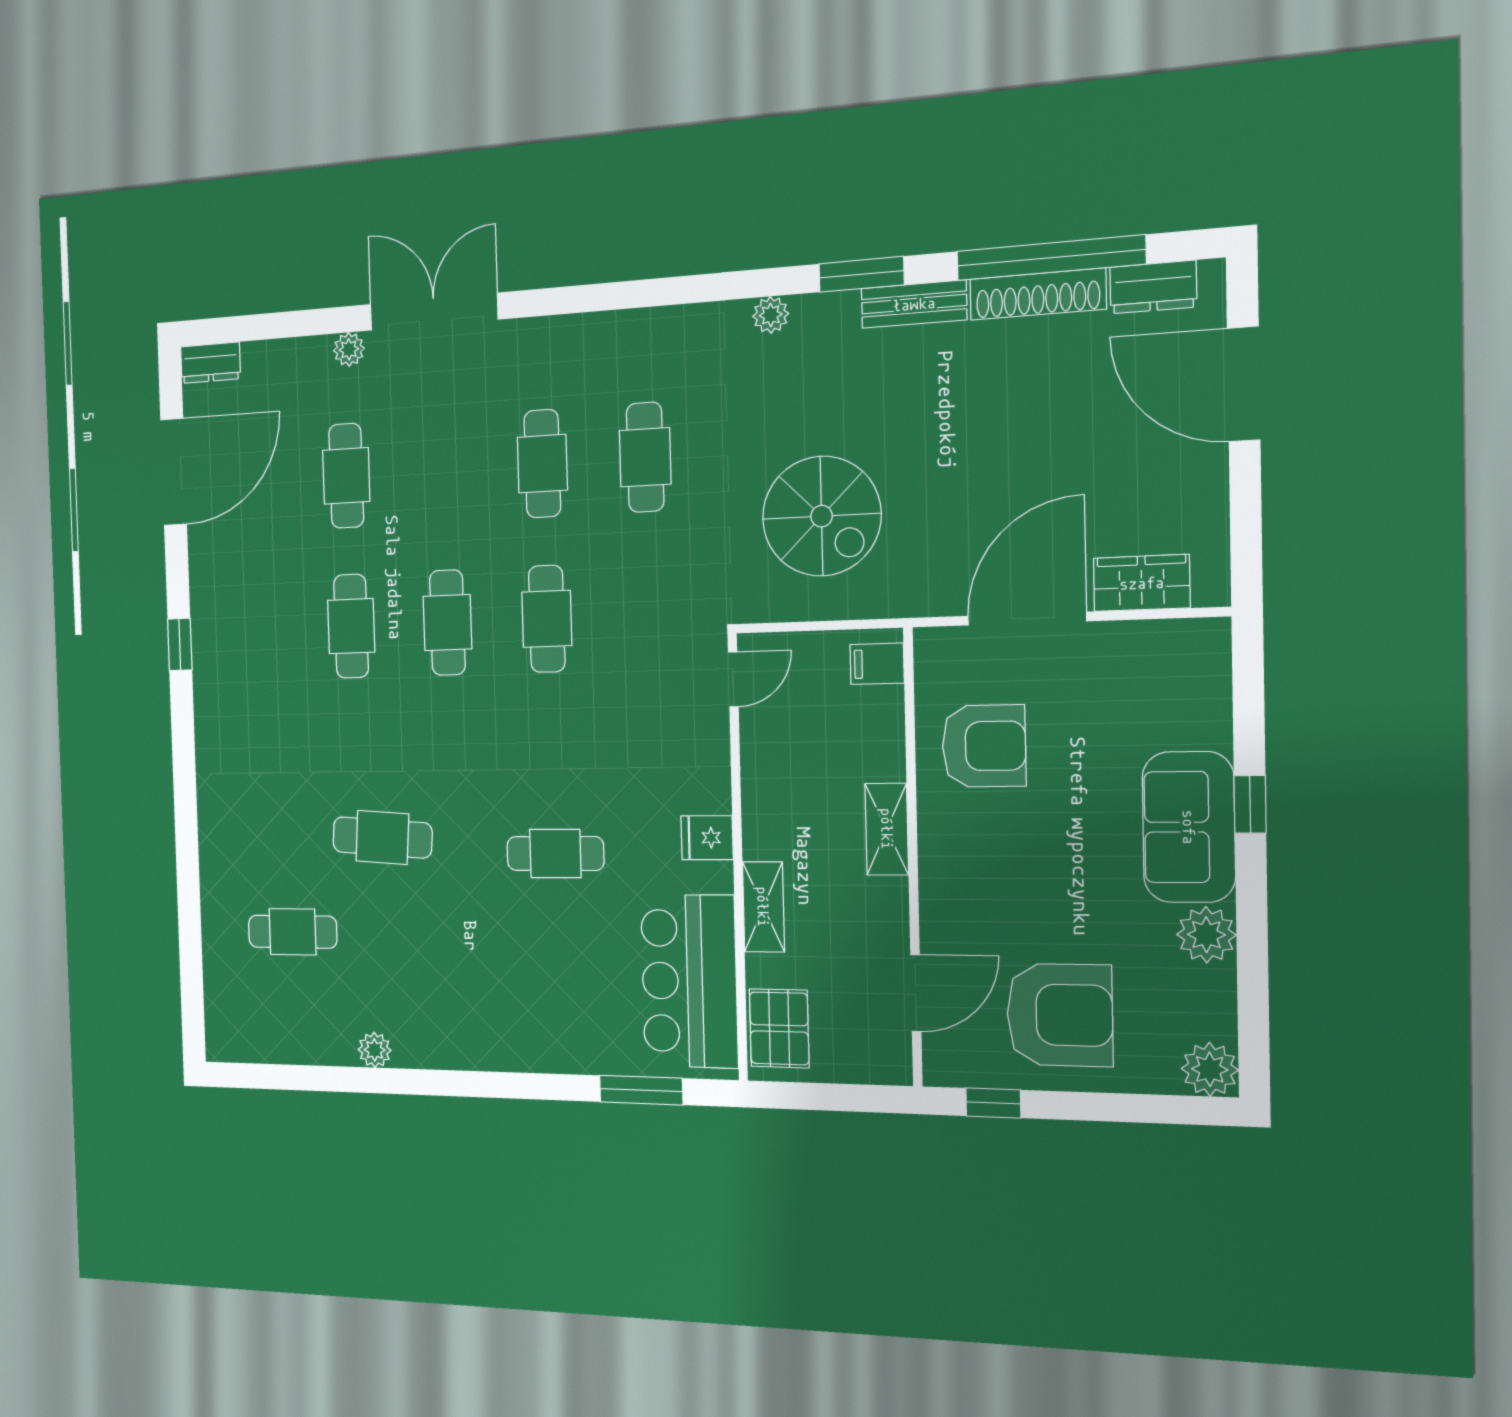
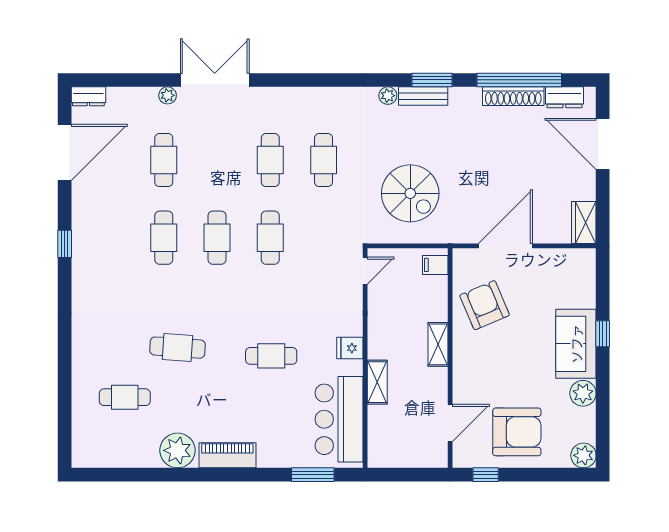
bench: (914, 304) -> (423, 96), moved
wardrobe: (1142, 583) -> (584, 223), moved, turned -90
armchair: (984, 746) -> (485, 305), turned -113
pallet: (779, 1028) -> (383, 442), removed
piano: (479, 1047) -> (227, 455), added
plant: (375, 1050) -> (178, 450), width x1.87, depth x1.87

